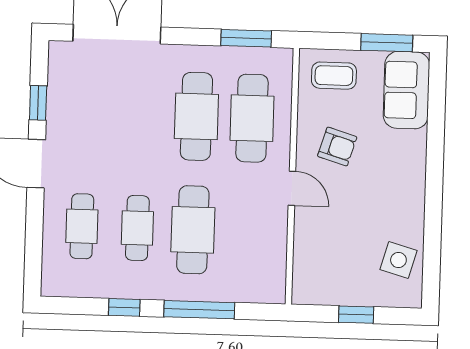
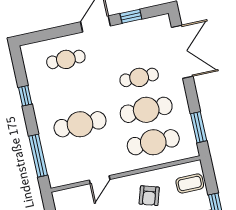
coffee table: (334, 76) -> (190, 183), turned 90
door: (292, 188) -> (100, 180), moved
cafe table: (137, 228) -> (139, 77), moved
window: (199, 310) -> (38, 156), moved

